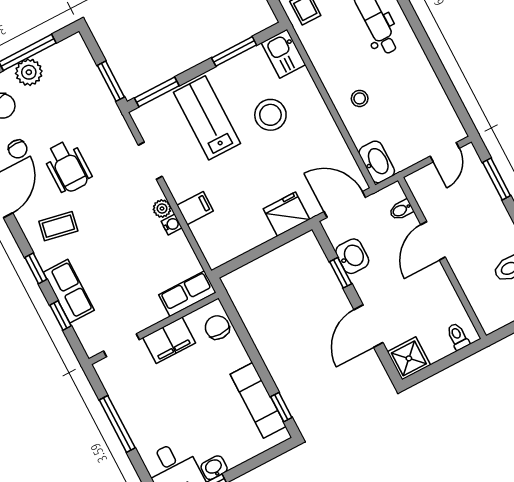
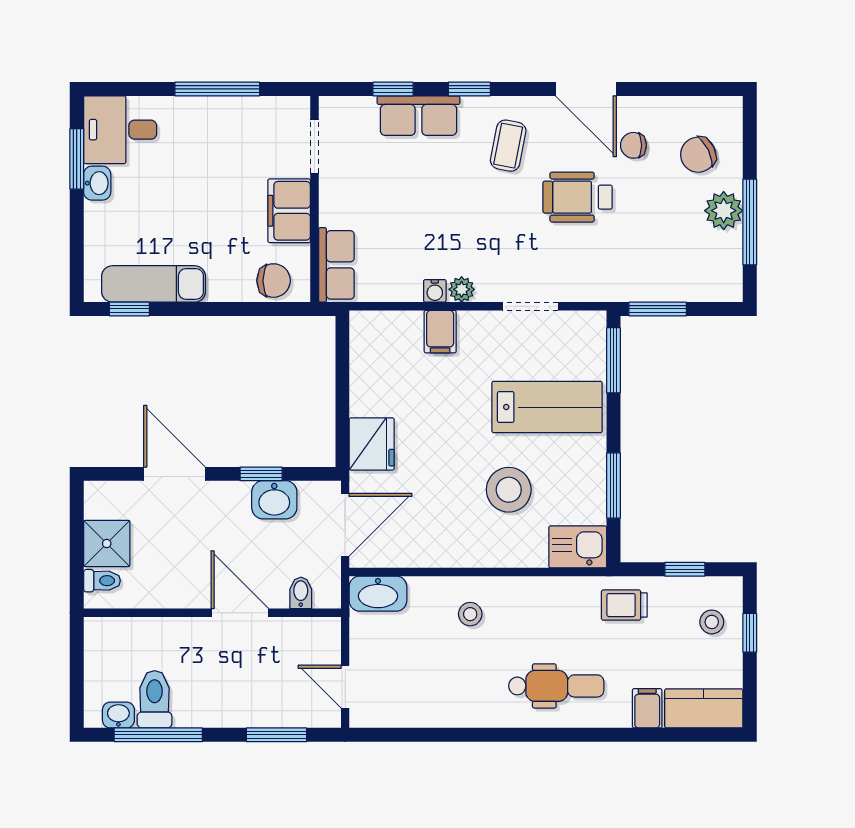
shower: (409, 358) -> (107, 543), moved

